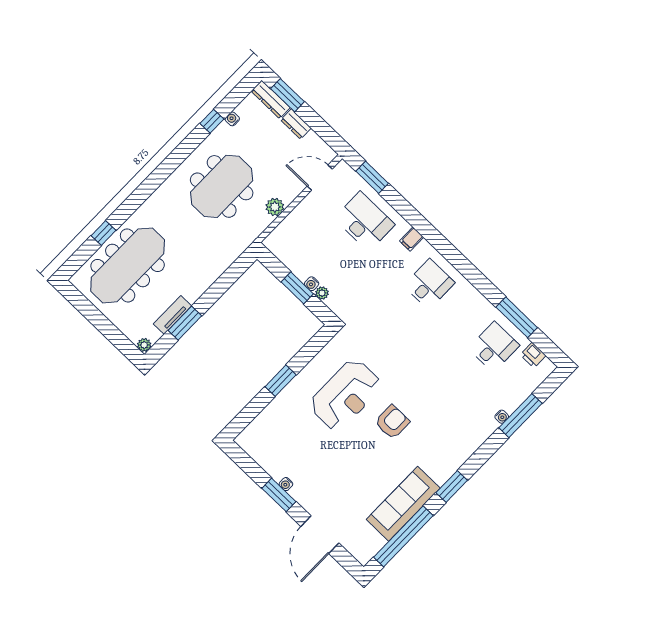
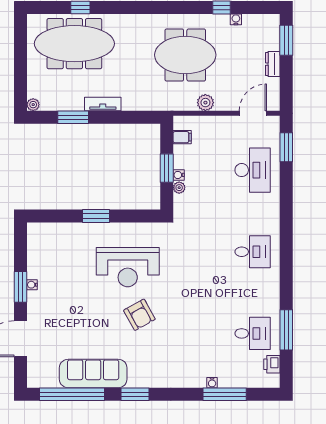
dresser: (271, 99) -> (273, 32), removed
door: (320, 178) -> (253, 113), hinge flipped
filing cabinet: (412, 239) -> (182, 137), moved, turned 180
tv unit: (172, 315) -> (103, 104), moved
armchair: (392, 422) -> (139, 315), turned 61

